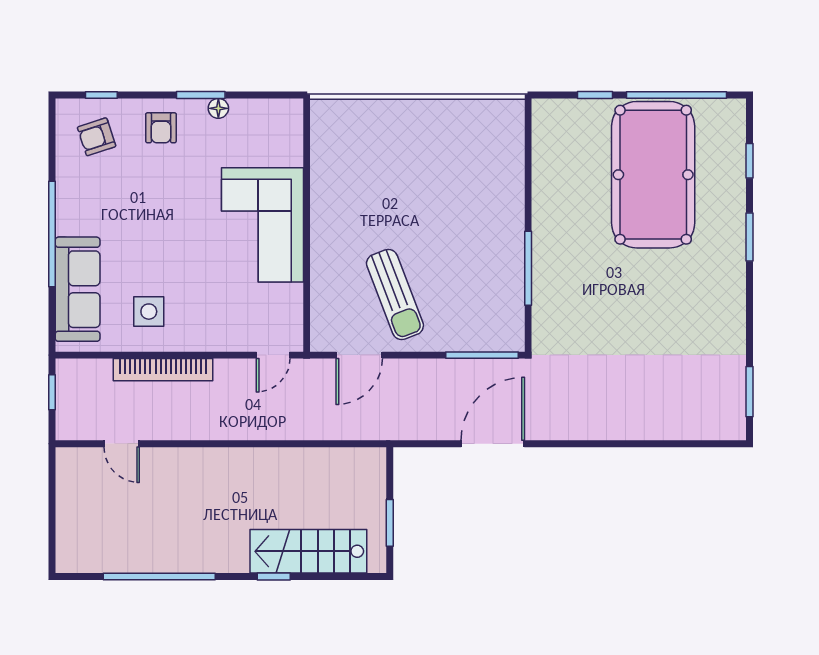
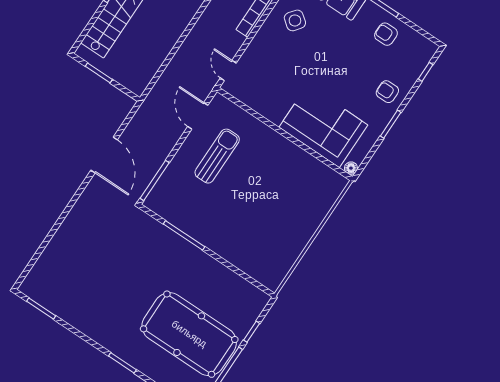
floor lamp: (218, 108) -> (351, 168), moved
armchair: (97, 137) -> (386, 34), moved, turned -72
corner sofa: (262, 225) -> (323, 126), moved
sun lounger: (395, 294) -> (217, 156), turned 111
side table: (149, 312) -> (295, 20), turned 37

